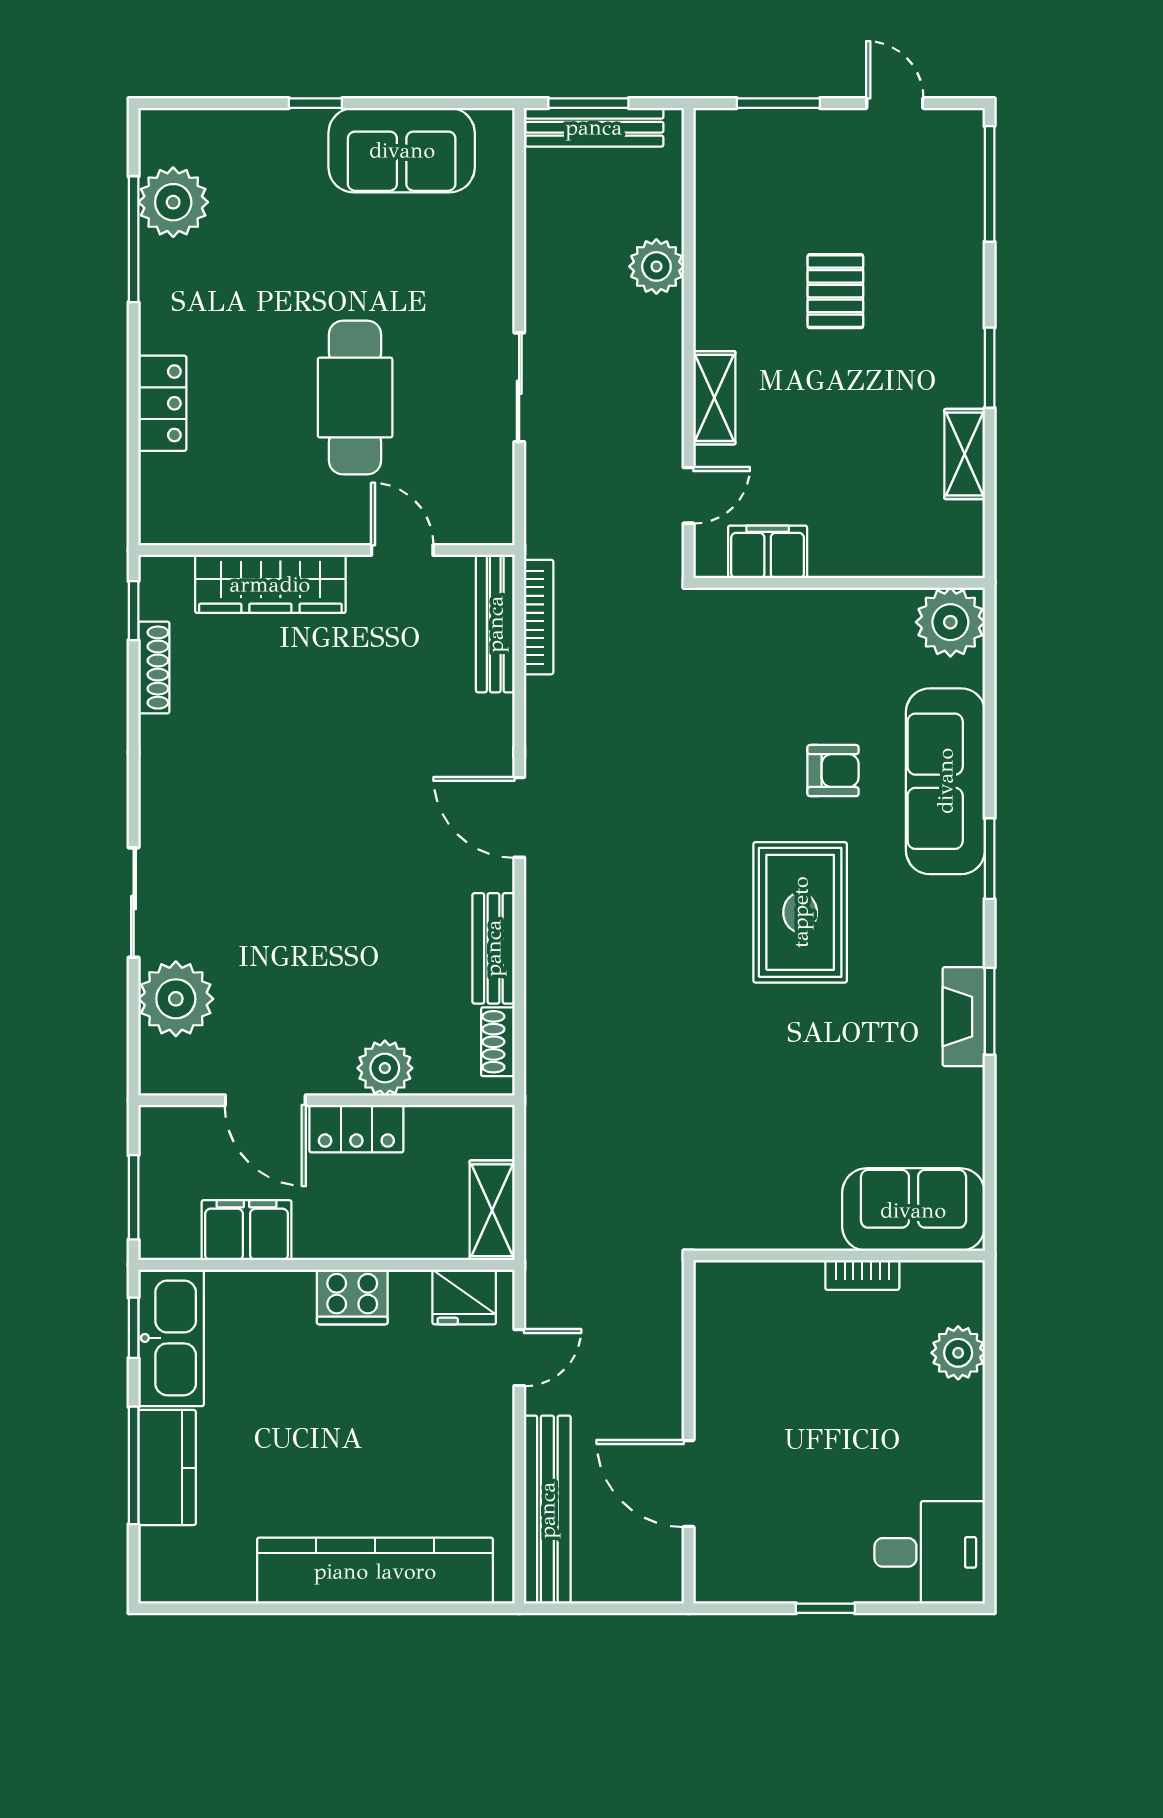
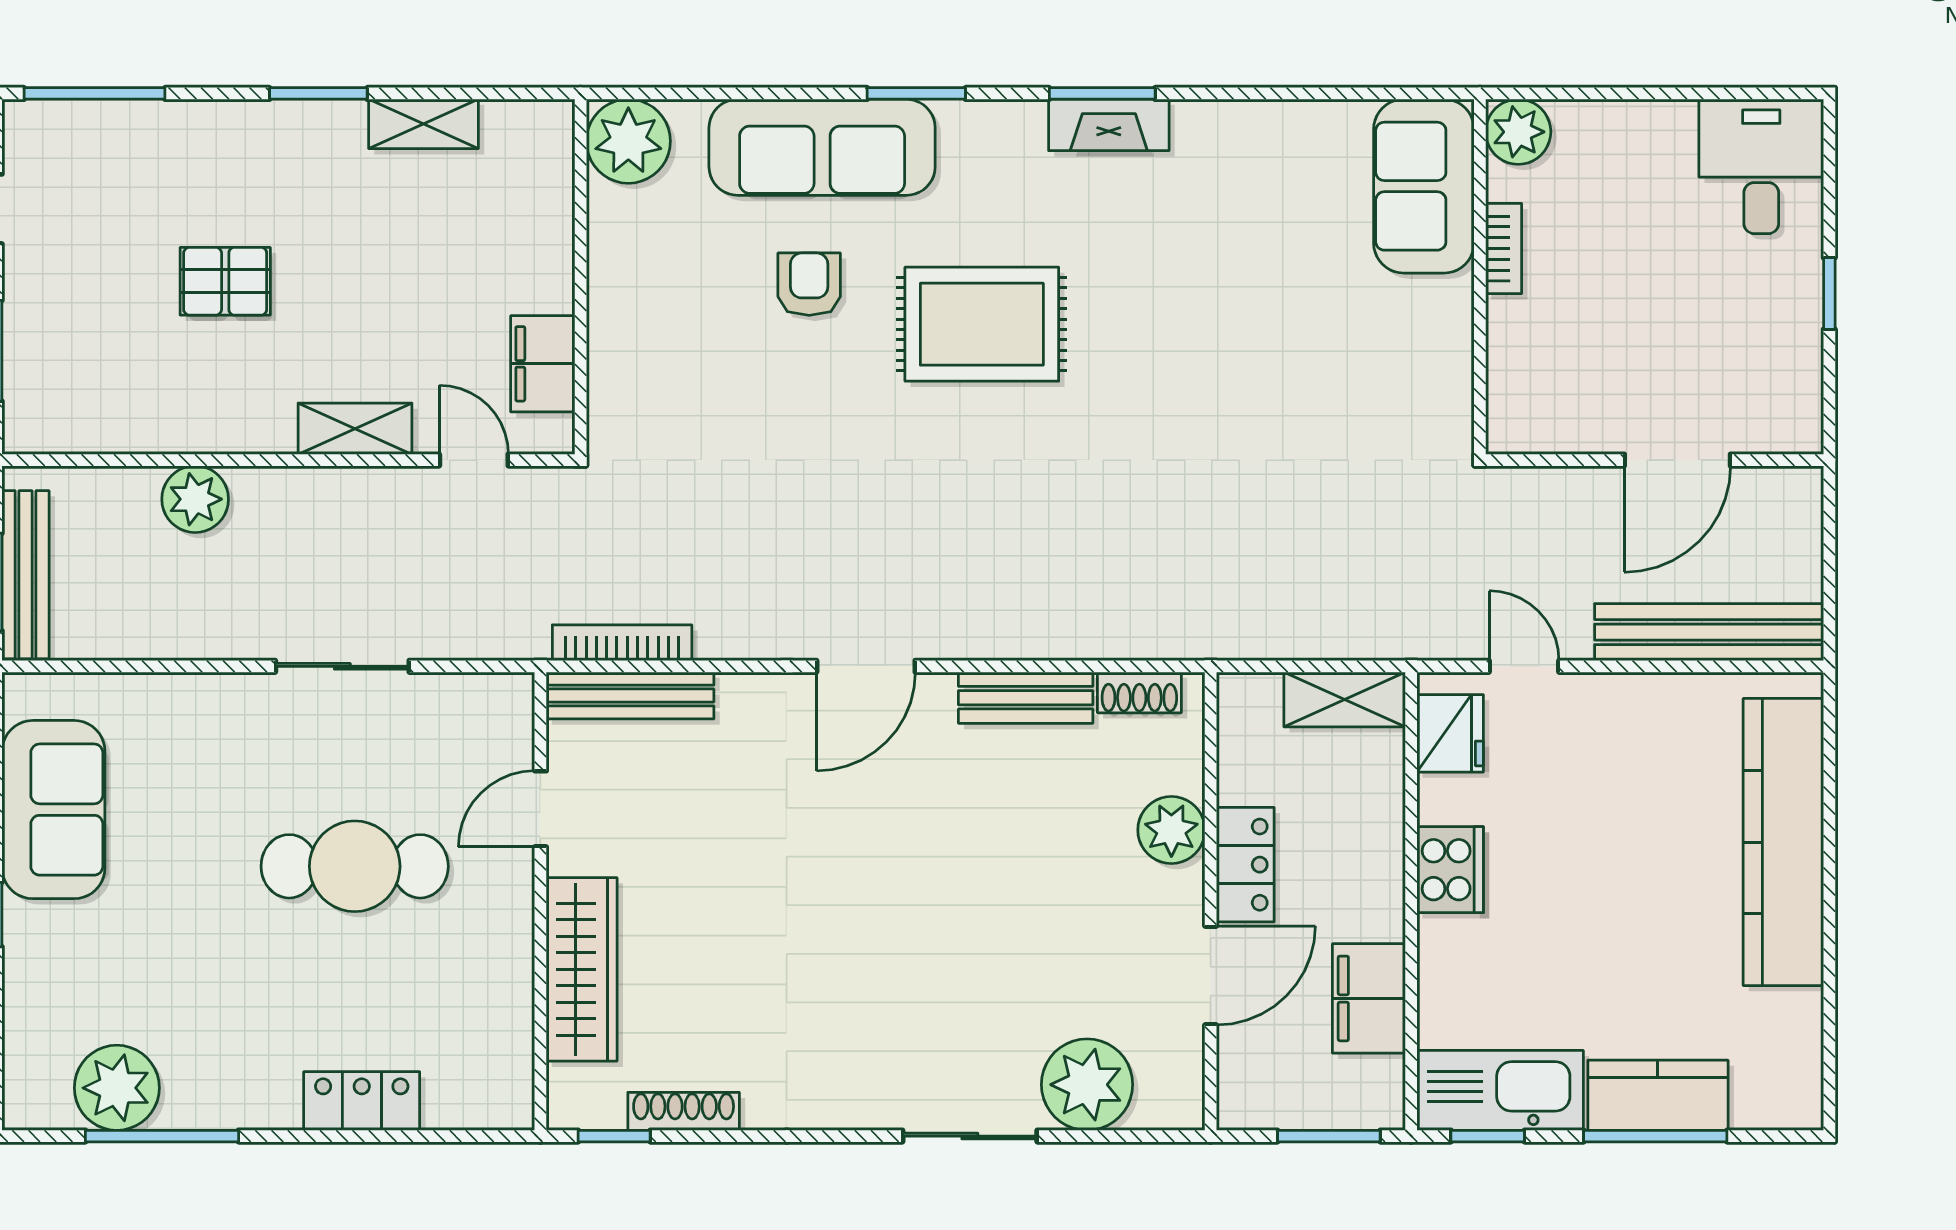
sofa: (913, 1210) -> (1424, 186), moved
wall: (839, 1256) -> (1480, 277), moved
bookcase: (862, 1275) -> (1504, 249), moved

